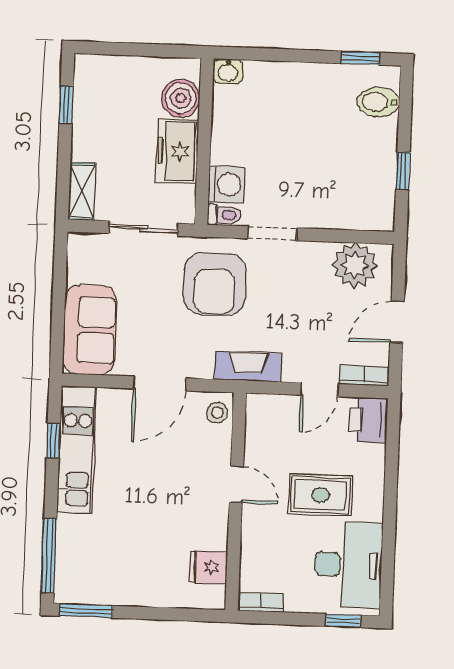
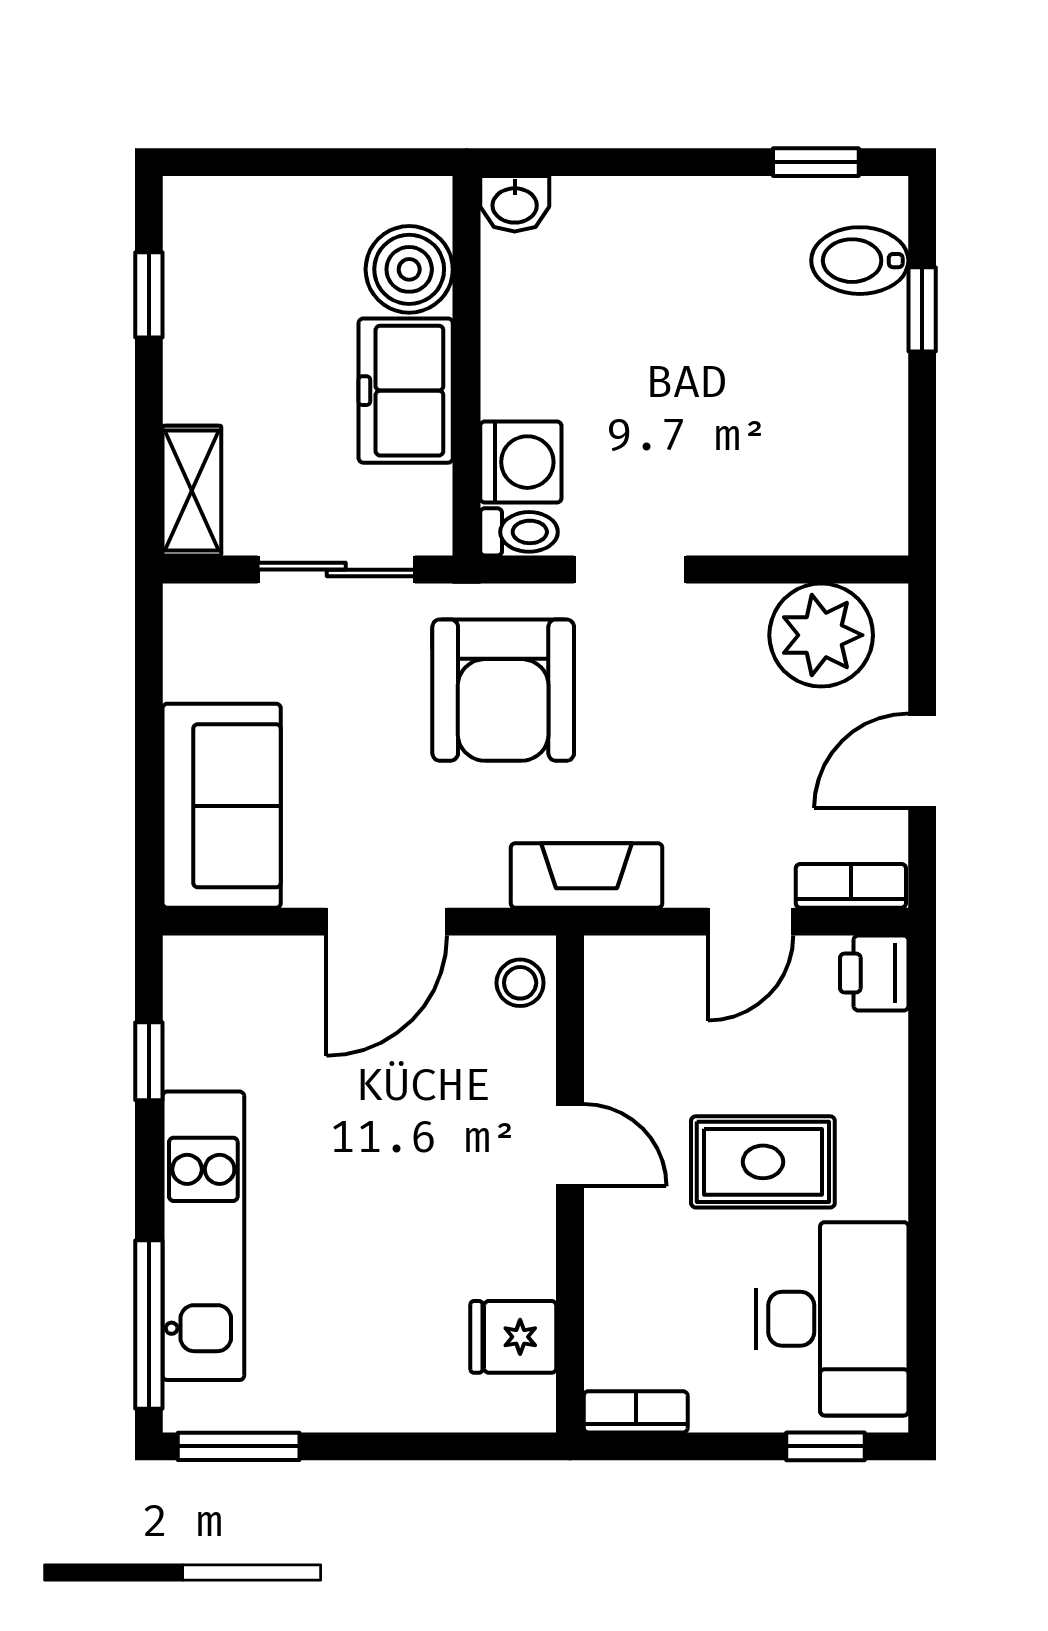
window: (403, 171) -> (922, 309), moved
printer: (369, 420) -> (874, 973), width x0.73, depth x0.81
kitchen unit: (77, 450) -> (203, 1236), moved

